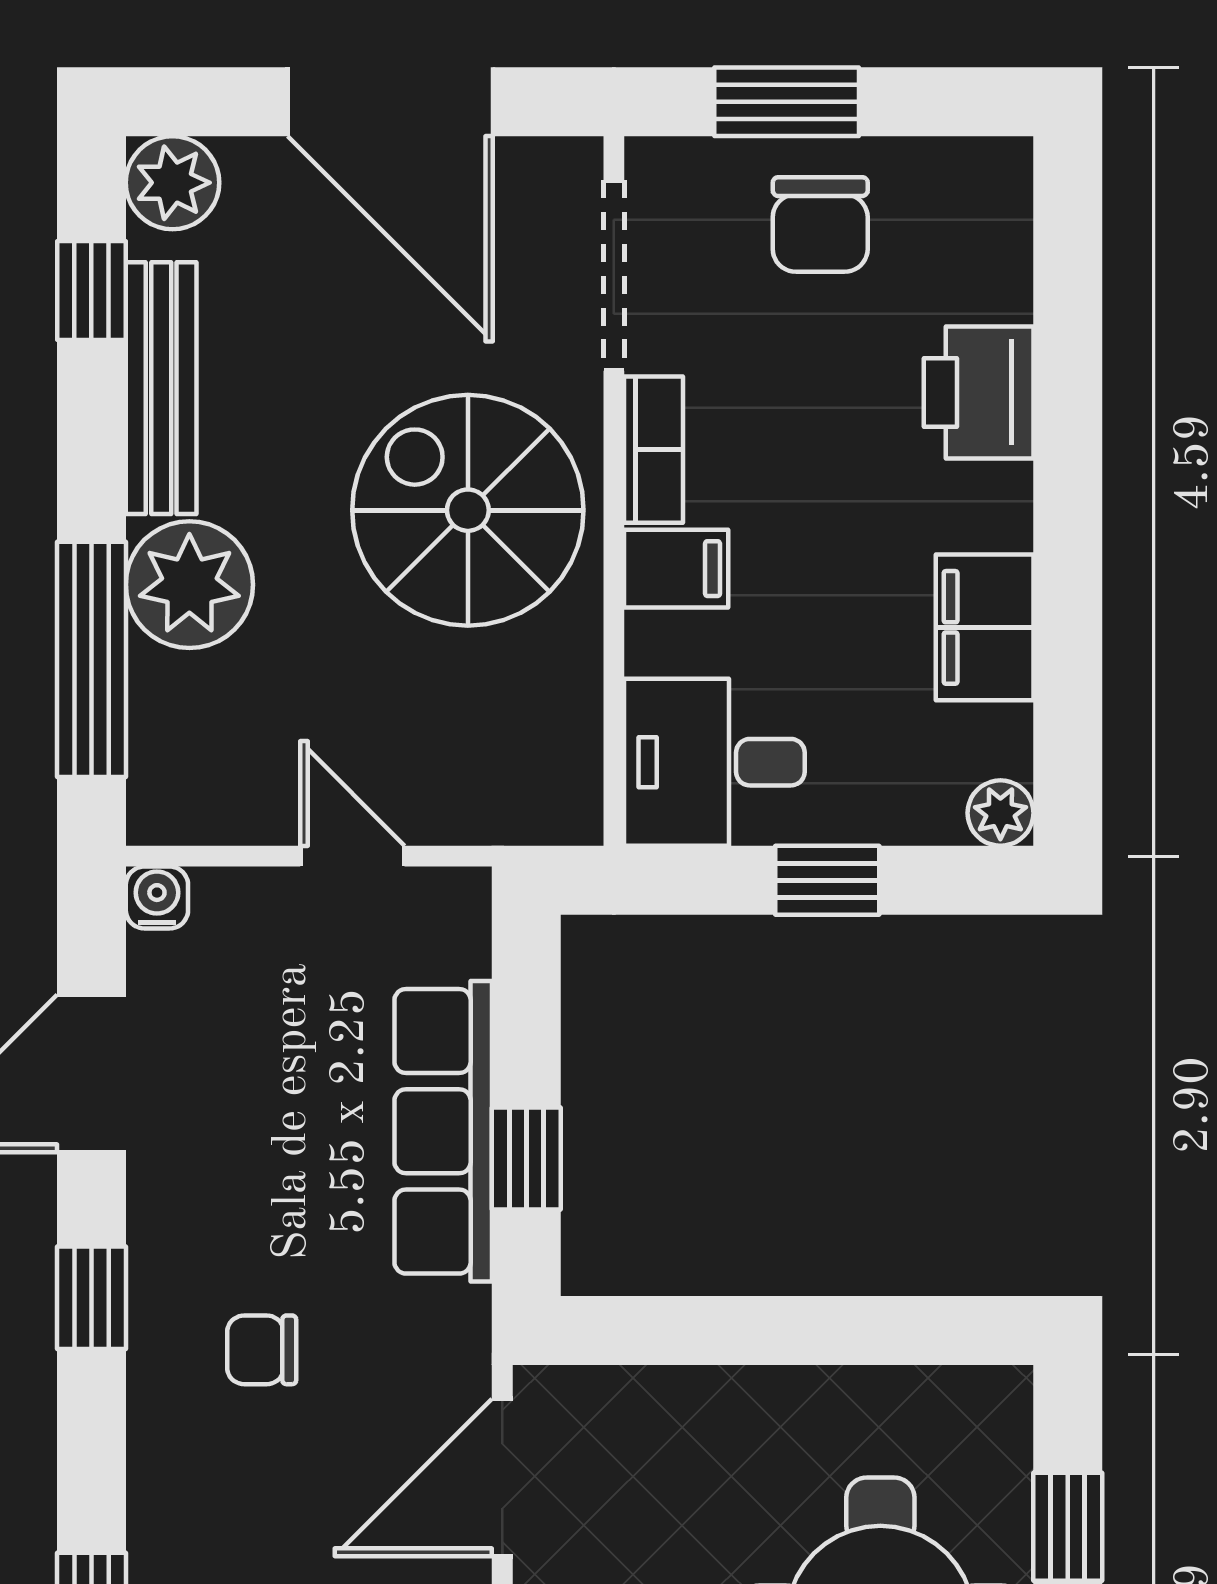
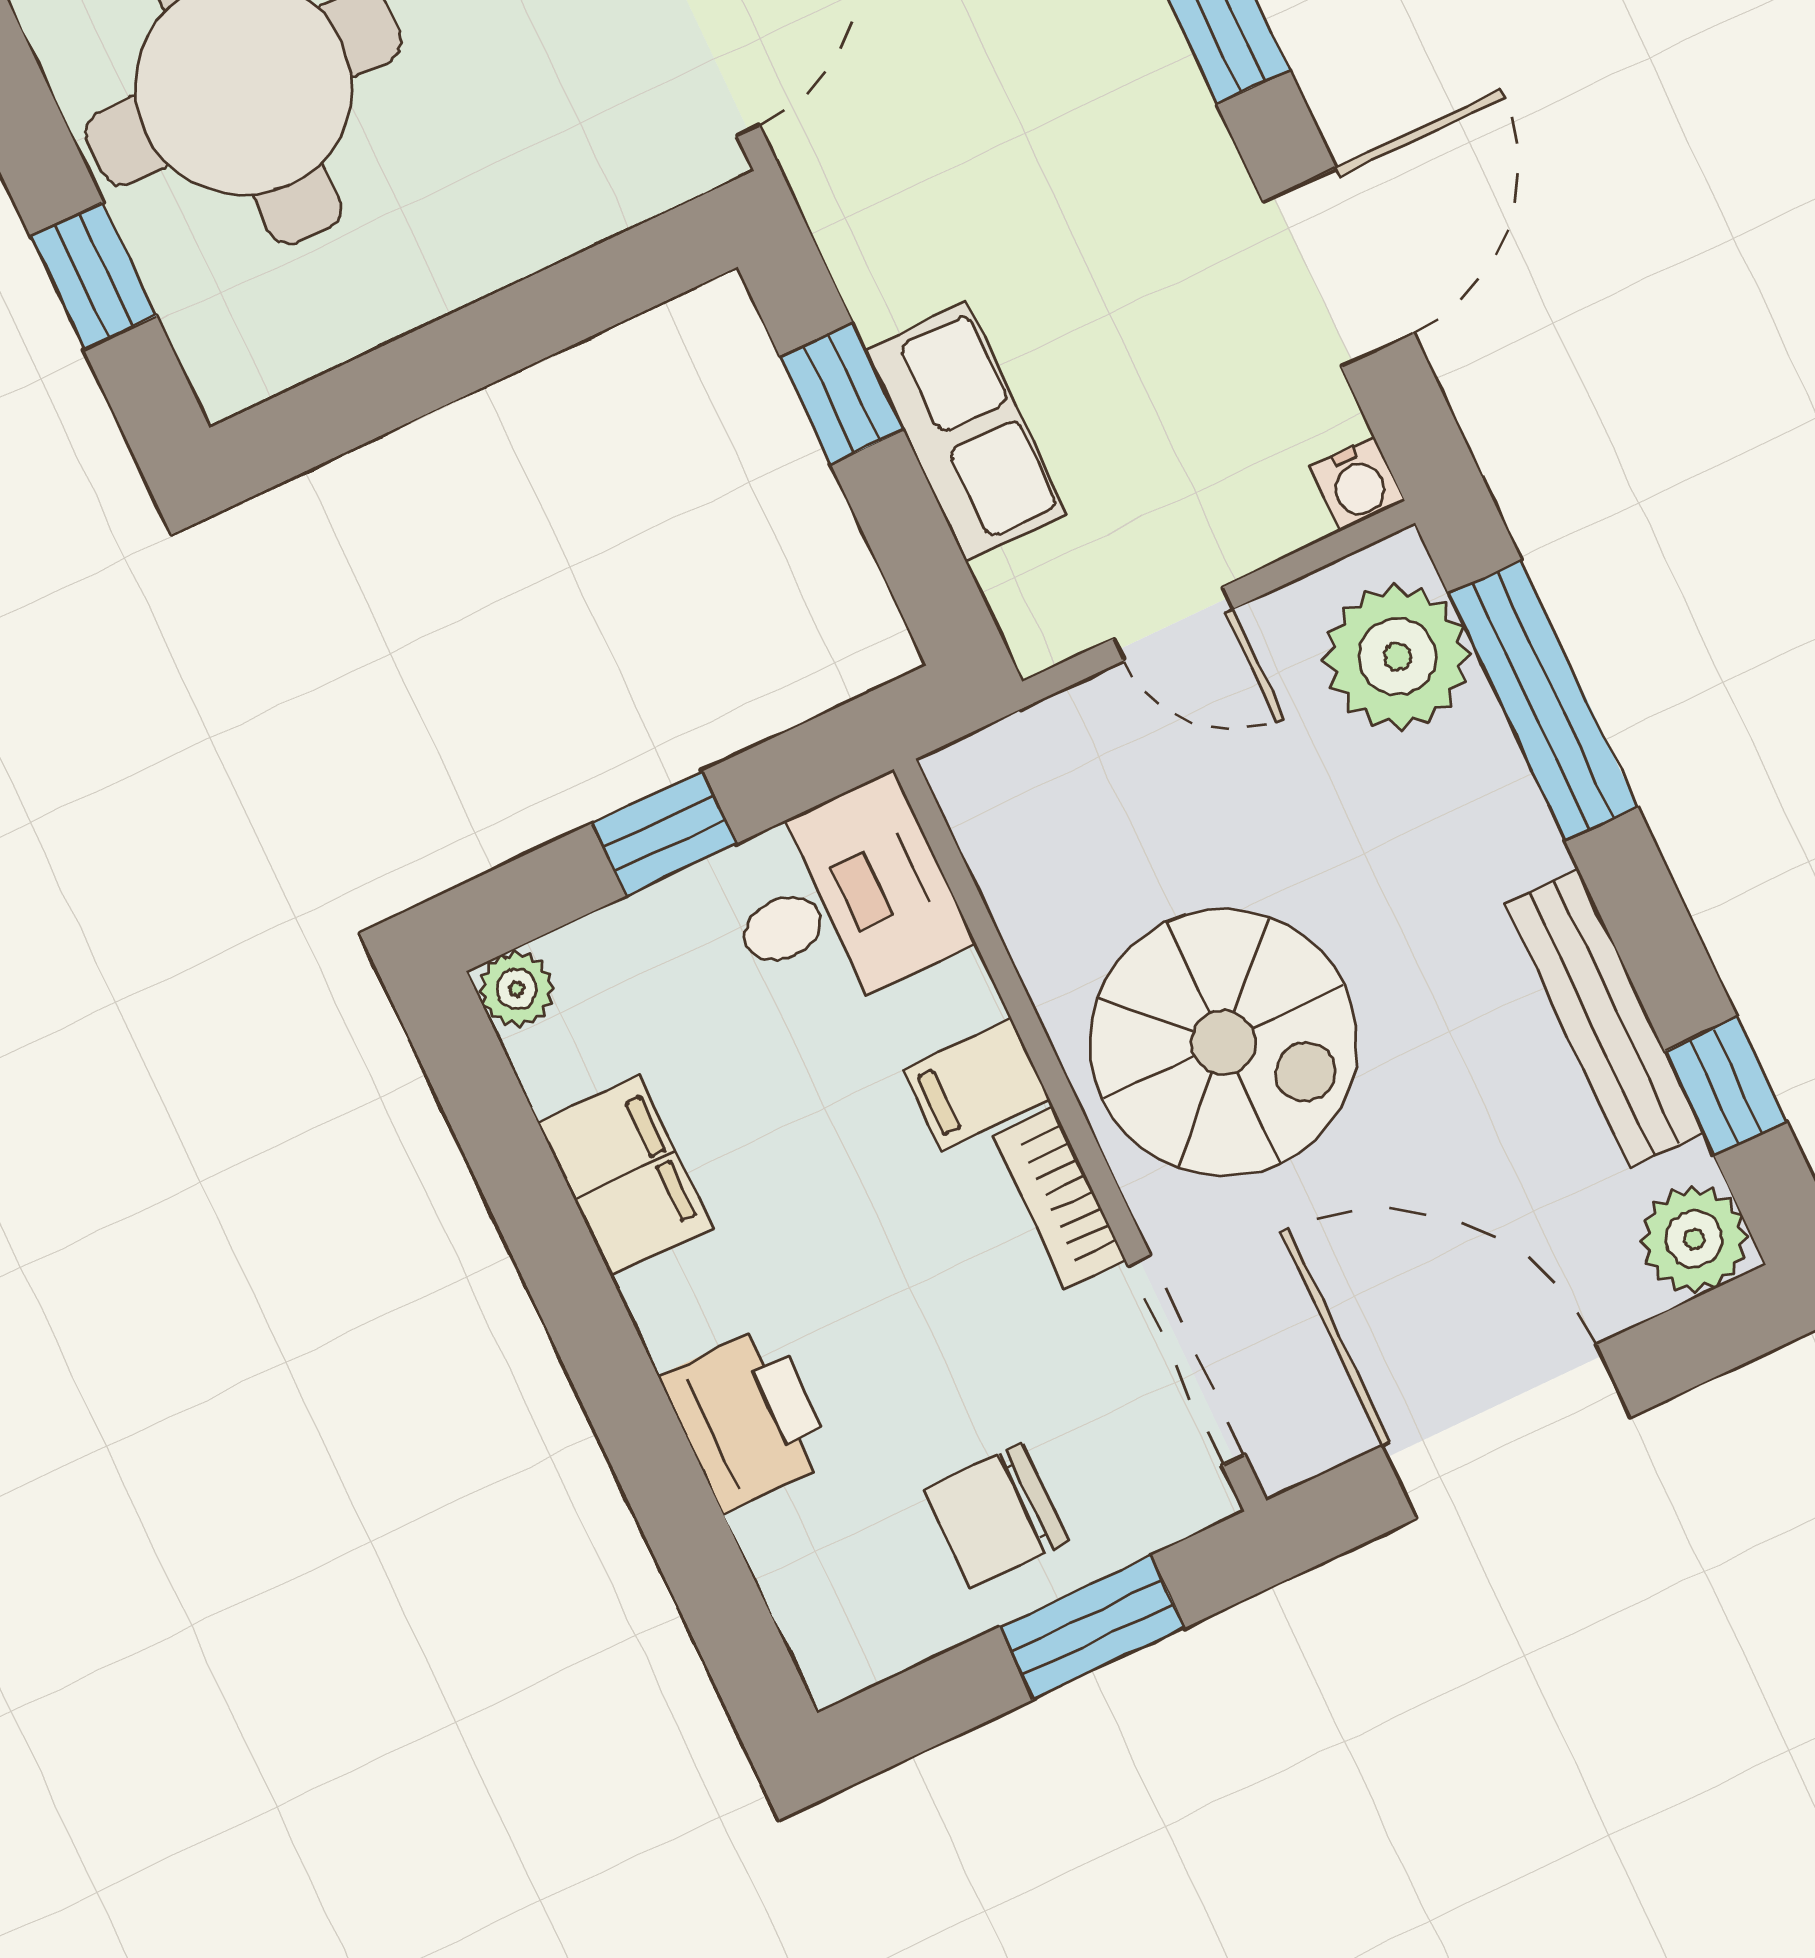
chair: (820, 225) -> (996, 1516), turned -90
plant: (189, 585) -> (1397, 657), moved
row of seats: (443, 1131) -> (966, 432), width x0.68
chair: (262, 1350) -> (1024, 62), removed

